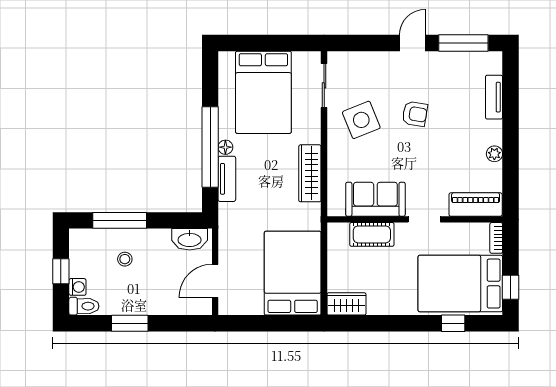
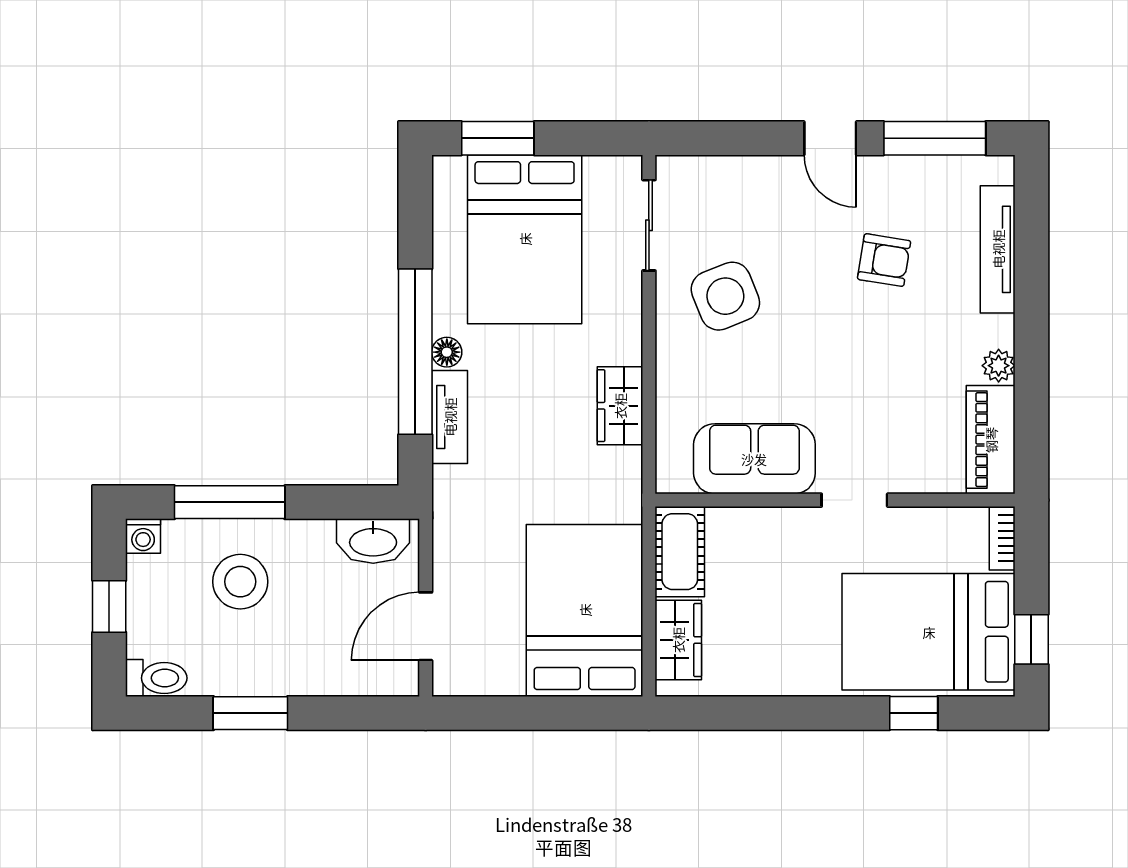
window: (250, 43) -> (498, 138), added
door: (412, 43) -> (830, 138), swing flipped
tv unit: (494, 97) -> (998, 249), width x1.41
armchair: (415, 114) -> (884, 260), moved
wardrobe: (310, 173) -> (620, 406), width x0.67
piano: (476, 205) -> (991, 440), moved, turned -90
cot: (372, 234) -> (680, 552), moved, turned 90
stool: (125, 259) -> (240, 582), width x1.89, depth x1.89
washing machine: (77, 287) -> (143, 536), moved, turned 90
wardrobe: (346, 304) -> (678, 640), moved, turned 90

